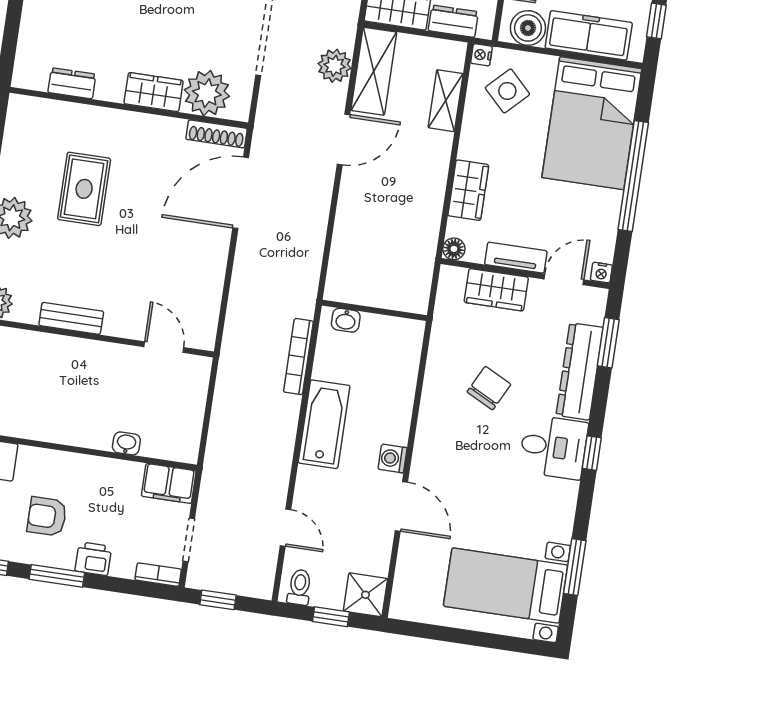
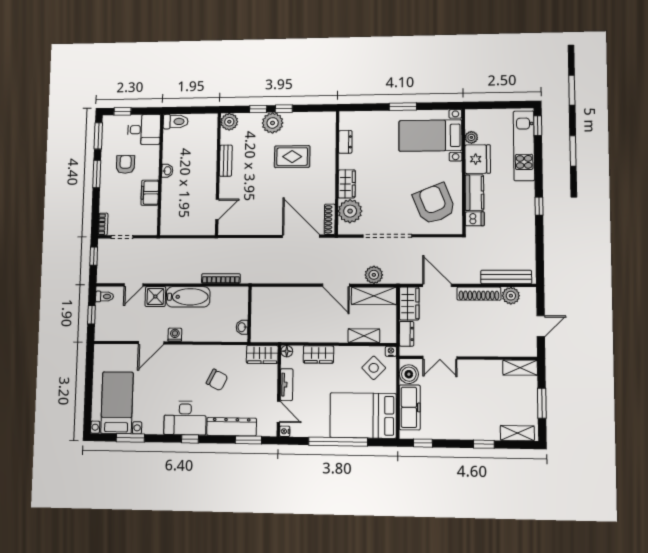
wardrobe: (496, 290) -> (262, 354), moved, turned -90
washbasin: (346, 320) -> (242, 327), moved
washbasin: (126, 443) -> (167, 171), moved
desk: (553, 447) -> (185, 418), width x1.37
filing cabinet: (169, 483) -> (150, 193), moved
printer: (93, 559) -> (107, 191), removed
shower: (365, 595) -> (155, 297), moved

